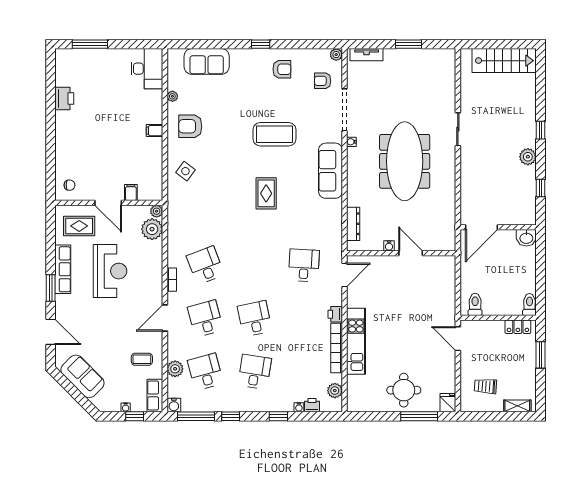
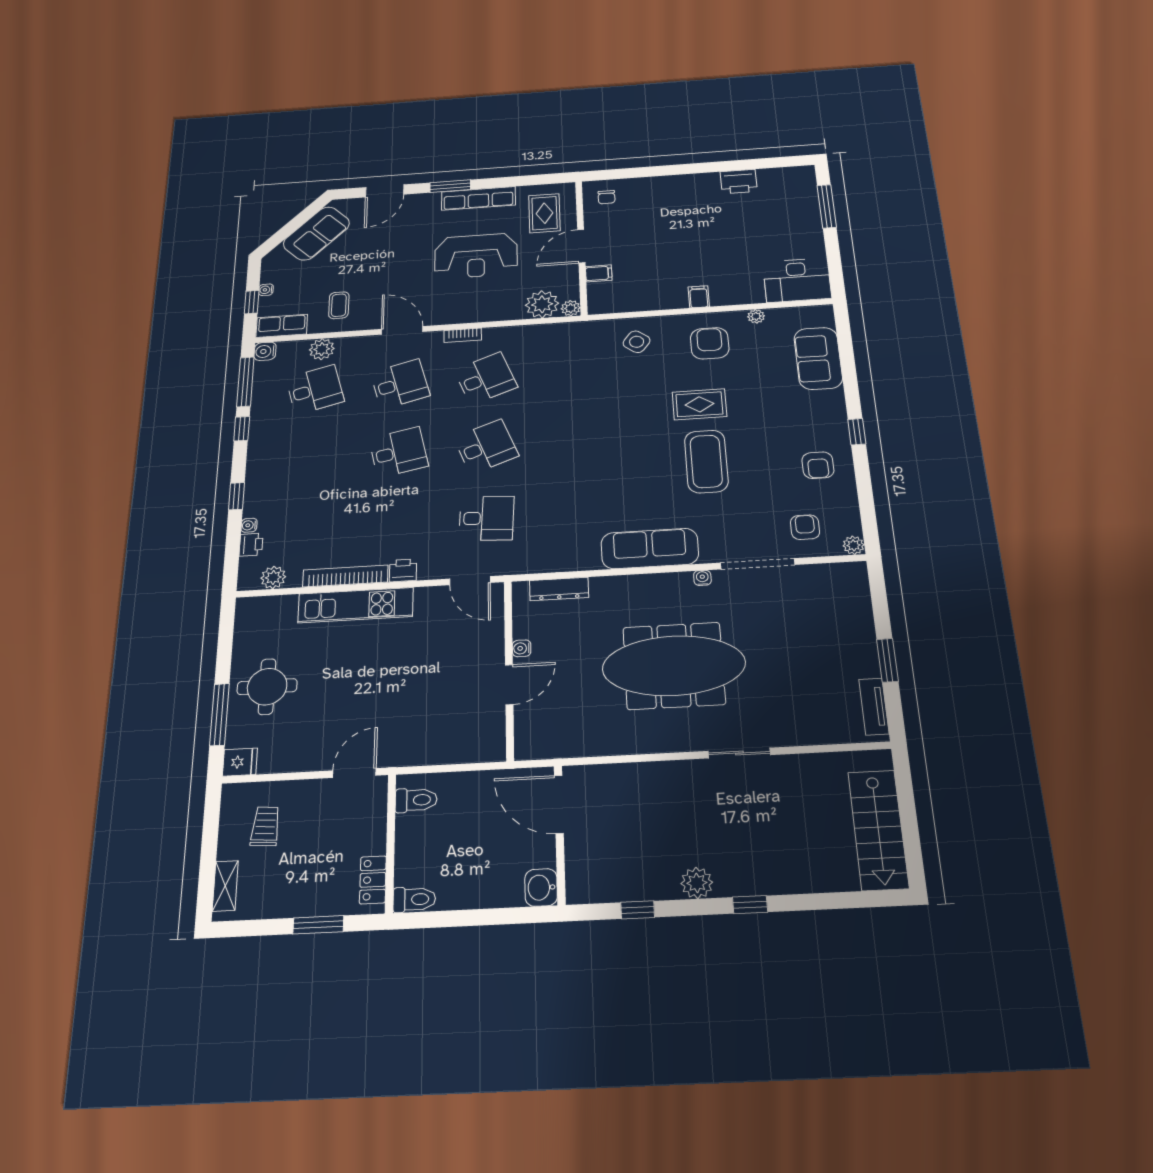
tv unit: (367, 55) -> (874, 706), moved
rug: (266, 193) -> (699, 404), moved
desk: (255, 372) -> (486, 447), moved, turned -30

